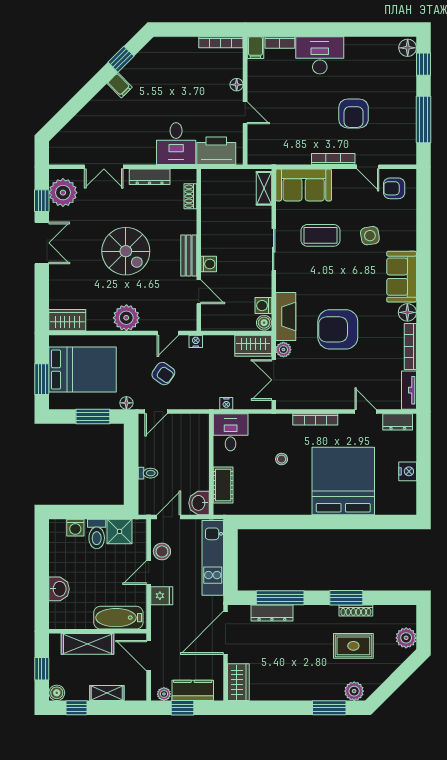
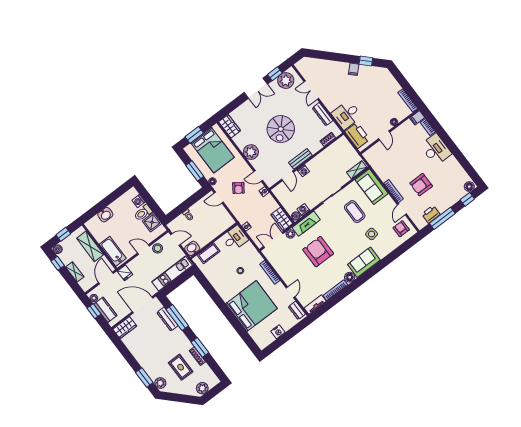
printer: (406, 131) -> (431, 214), added
fridge: (162, 596) -> (125, 273), moved

